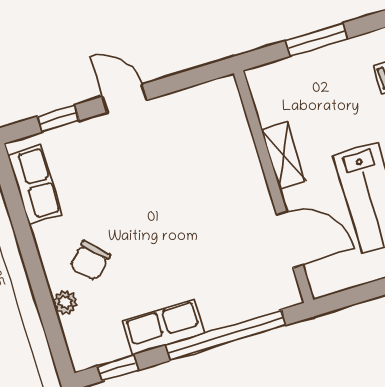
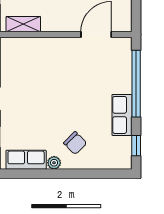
shelving: (284, 155) -> (23, 24), moved
plant: (65, 302) -> (54, 163), moved

